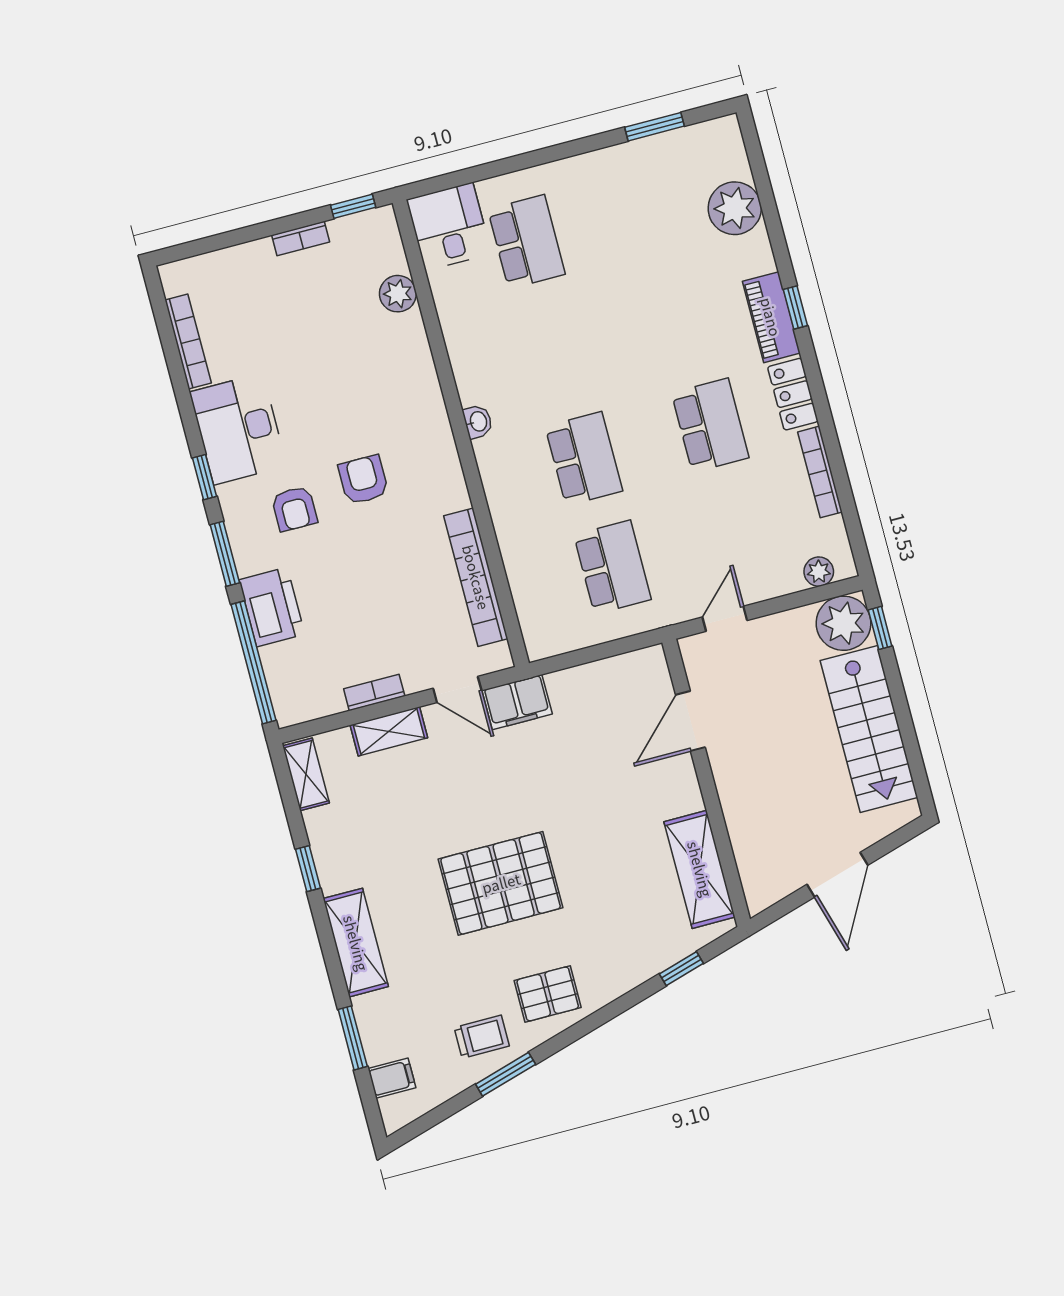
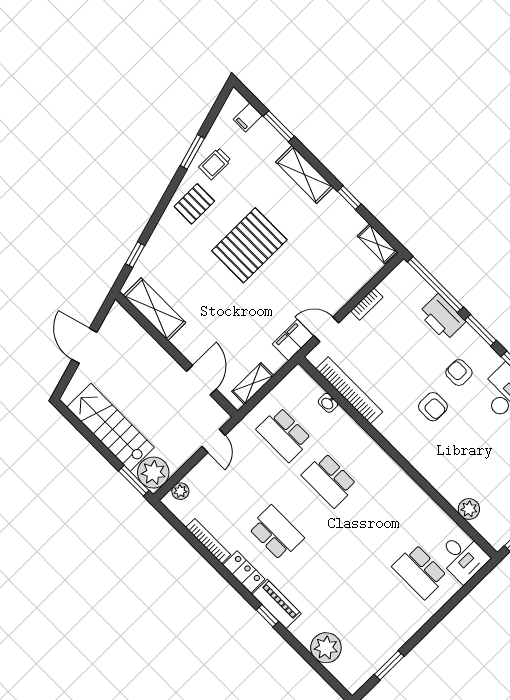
washbasin: (478, 422) -> (328, 403), moved
school desk: (710, 425) -> (276, 533), turned 180
window: (880, 628) -> (134, 481), width x1.50
shelving: (389, 731) -> (253, 384), moved

